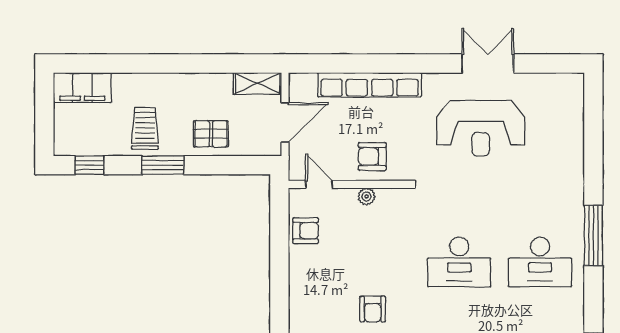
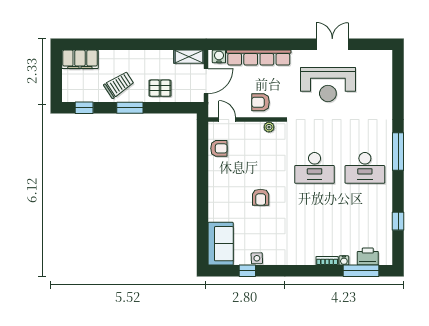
water cooler: (306, 83) -> (219, 56), added
trolley: (145, 128) -> (119, 85), turned 57
plant: (366, 196) -> (269, 127), moved

